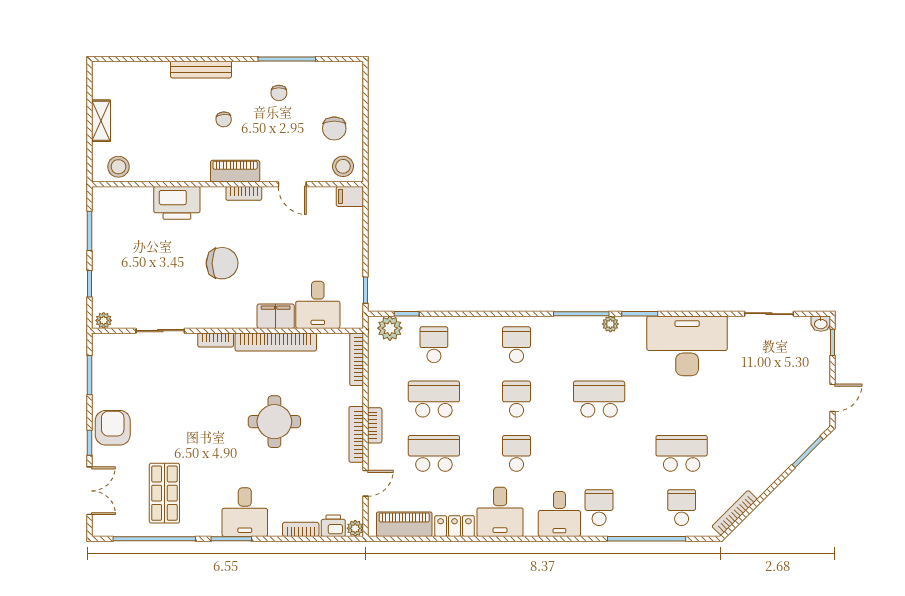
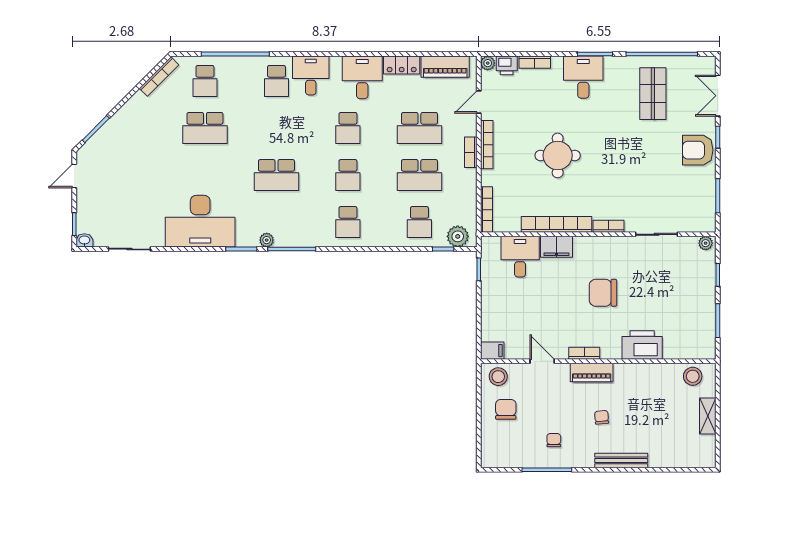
armchair: (113, 428) -> (698, 150), turned 90

